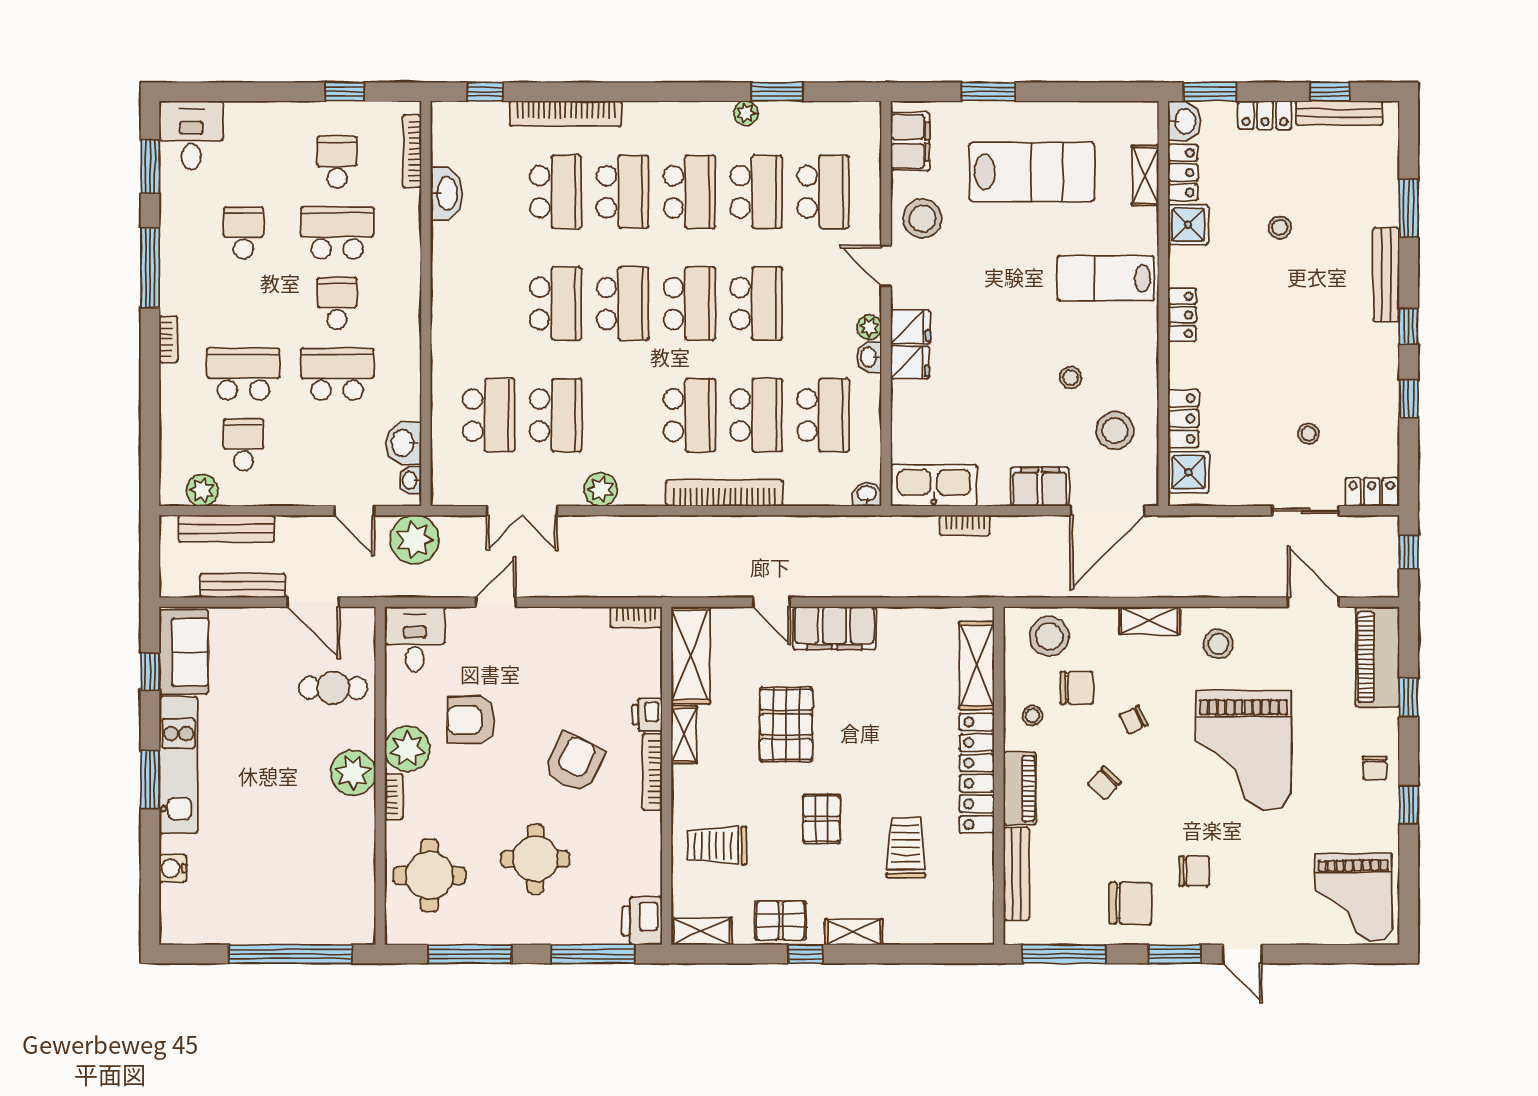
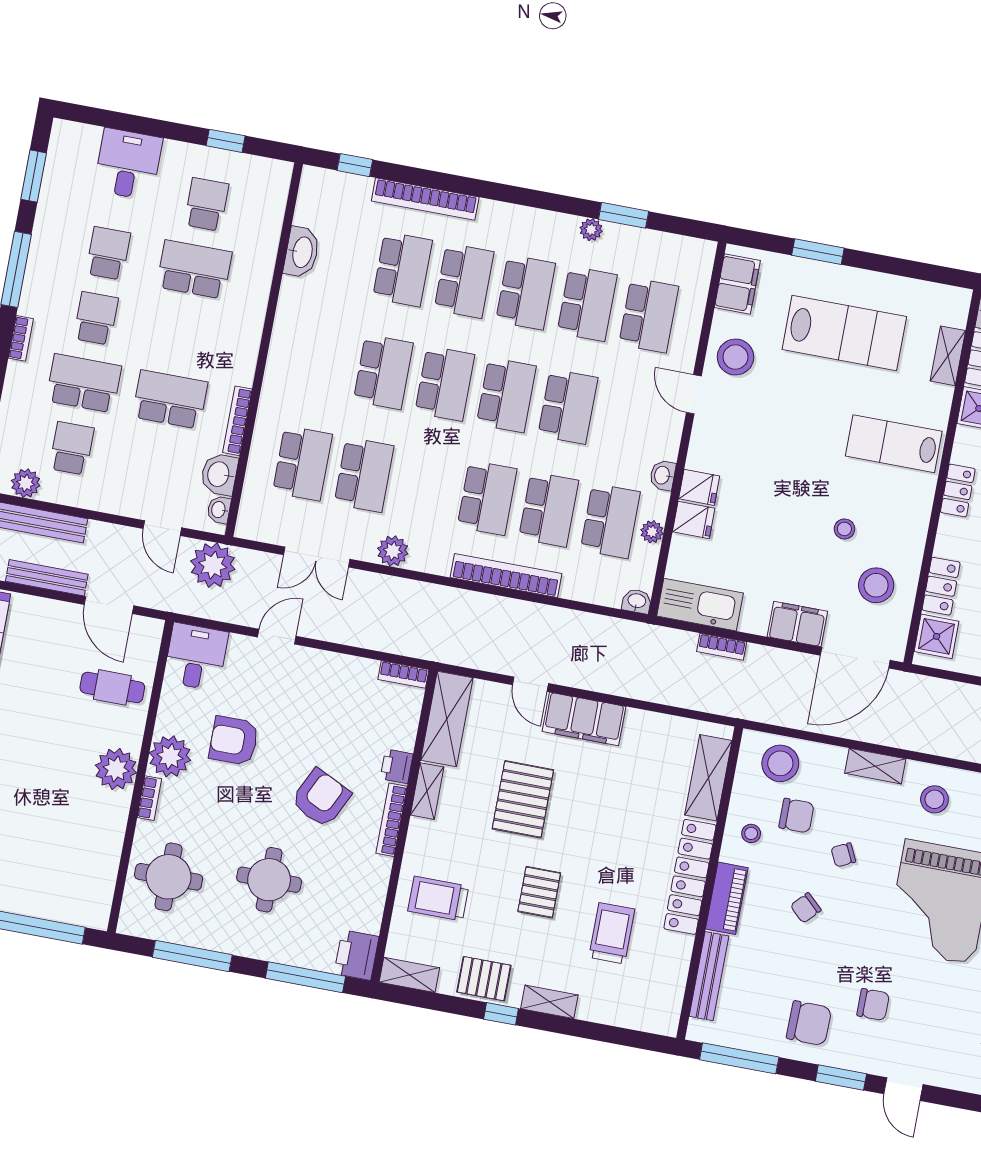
desk: (191, 135) -> (128, 164), moved
bookcase: (412, 151) -> (237, 421), moved
school desk: (337, 303) -> (96, 318), moved
plant: (869, 327) -> (652, 532), moved
fridge: (911, 327) -> (694, 520), moved

